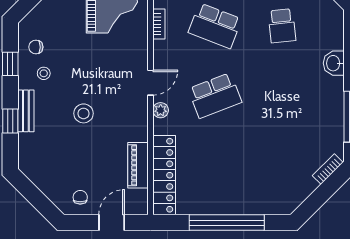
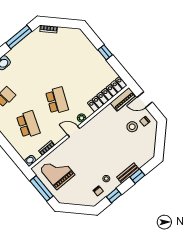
school desk: (215, 96) -> (57, 101), turned 45
stool: (84, 113) -> (132, 127), moved
piano: (138, 165) -> (123, 99), moved
window: (227, 223) -> (105, 52), width x0.32

